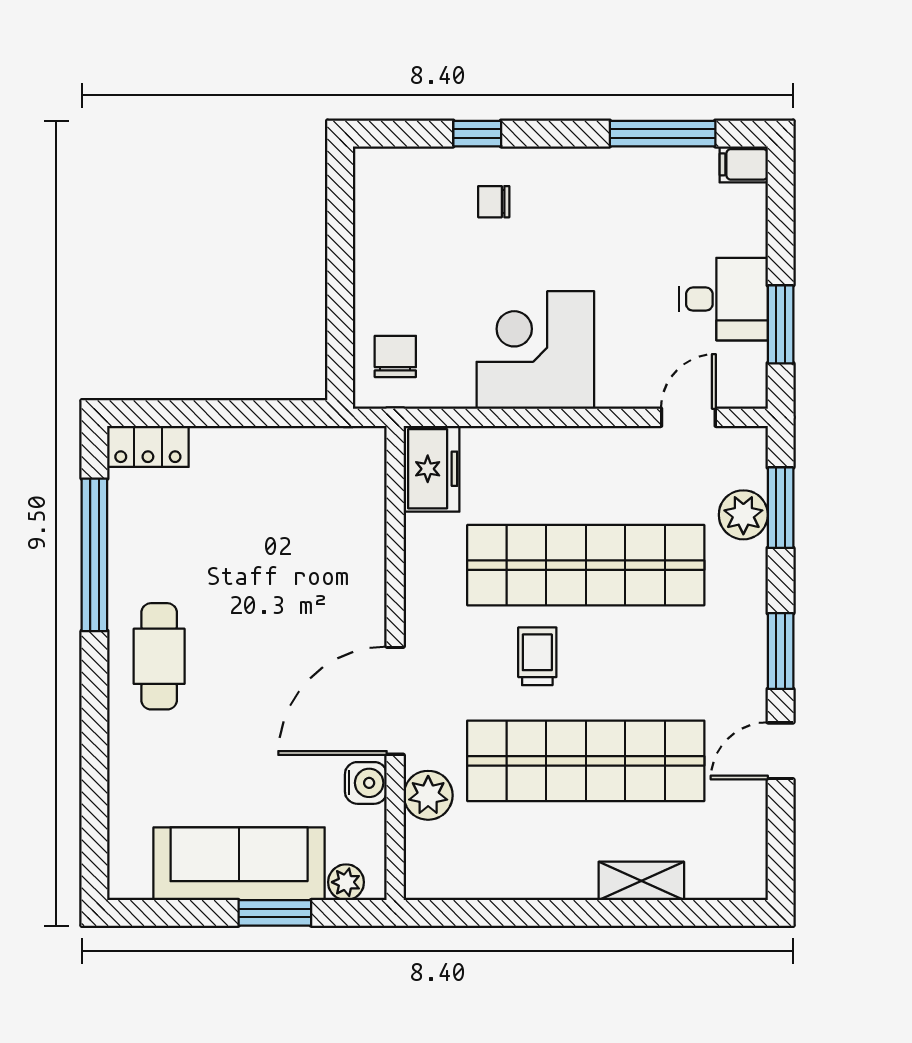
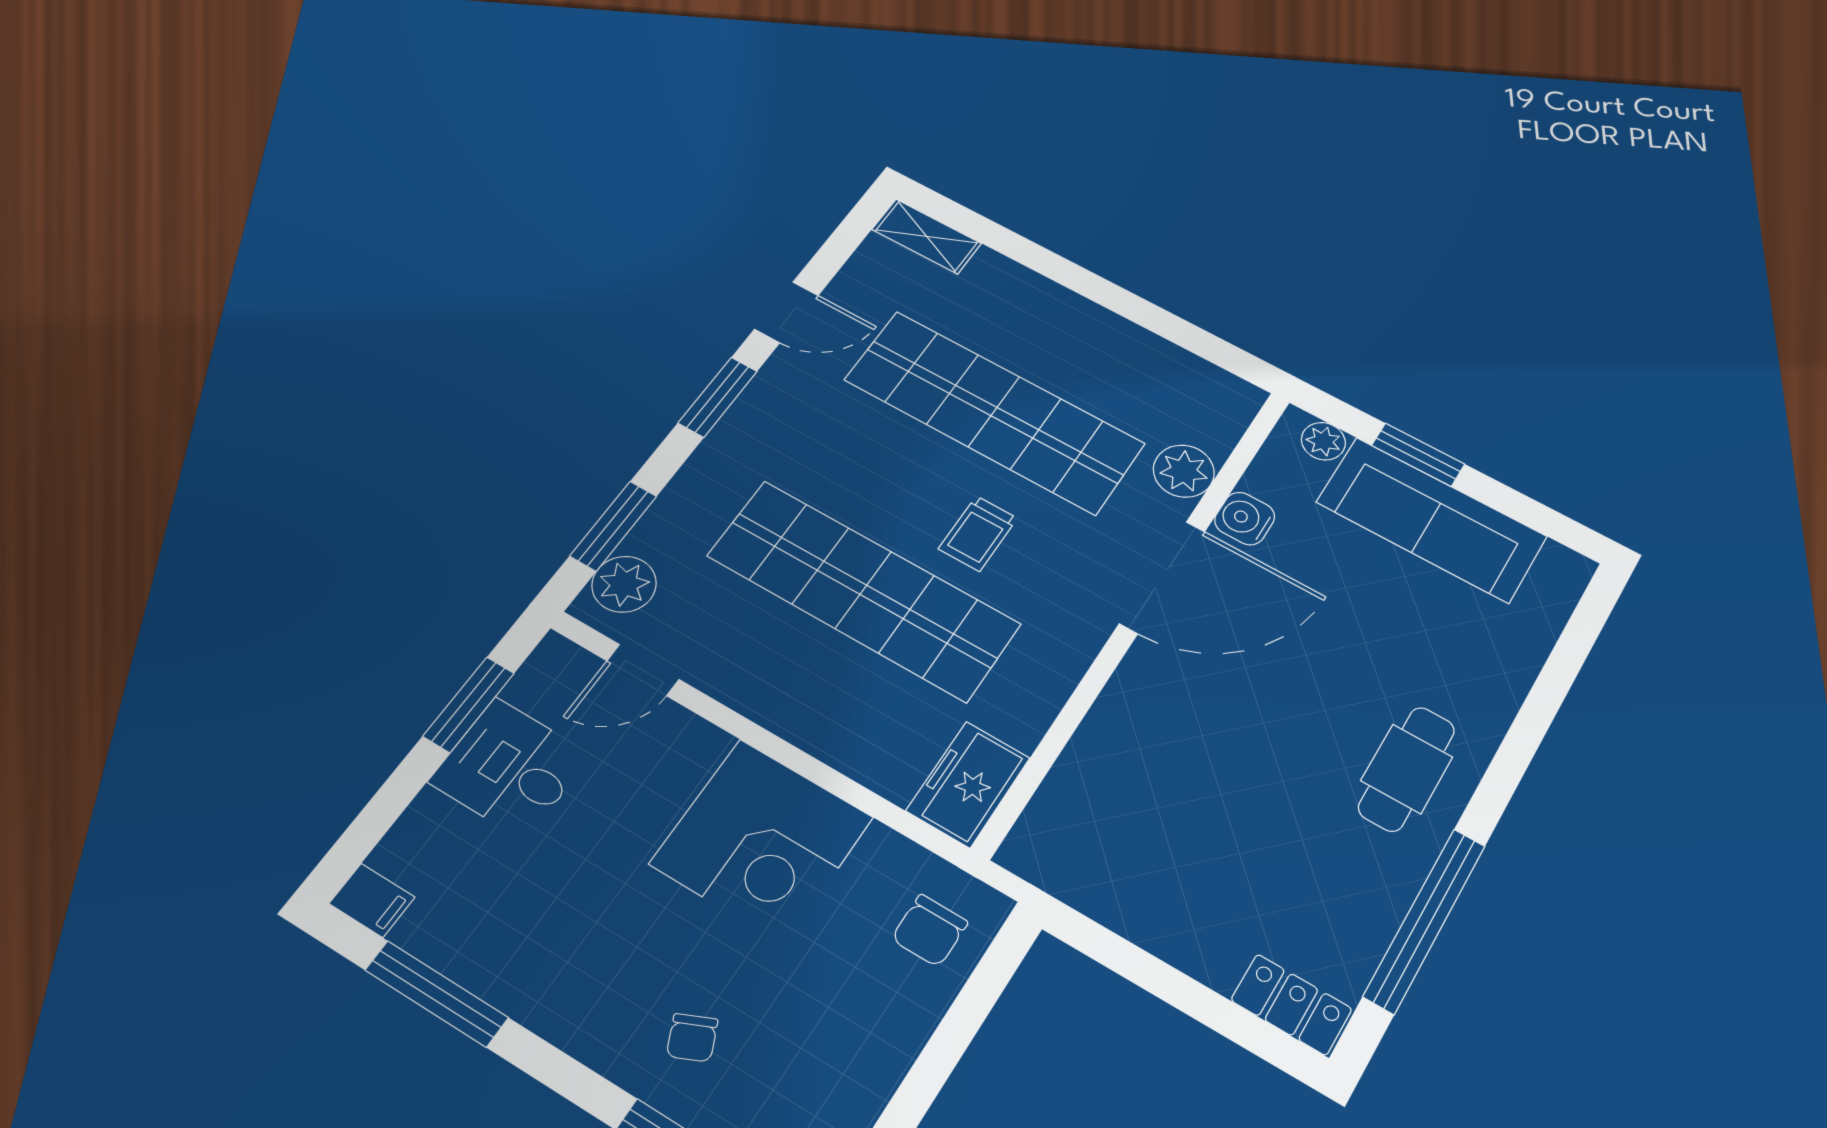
chair: (494, 202) -> (692, 1038), turned 66
plant: (743, 515) -> (624, 584), moved
shelving: (641, 881) -> (927, 236), moved

